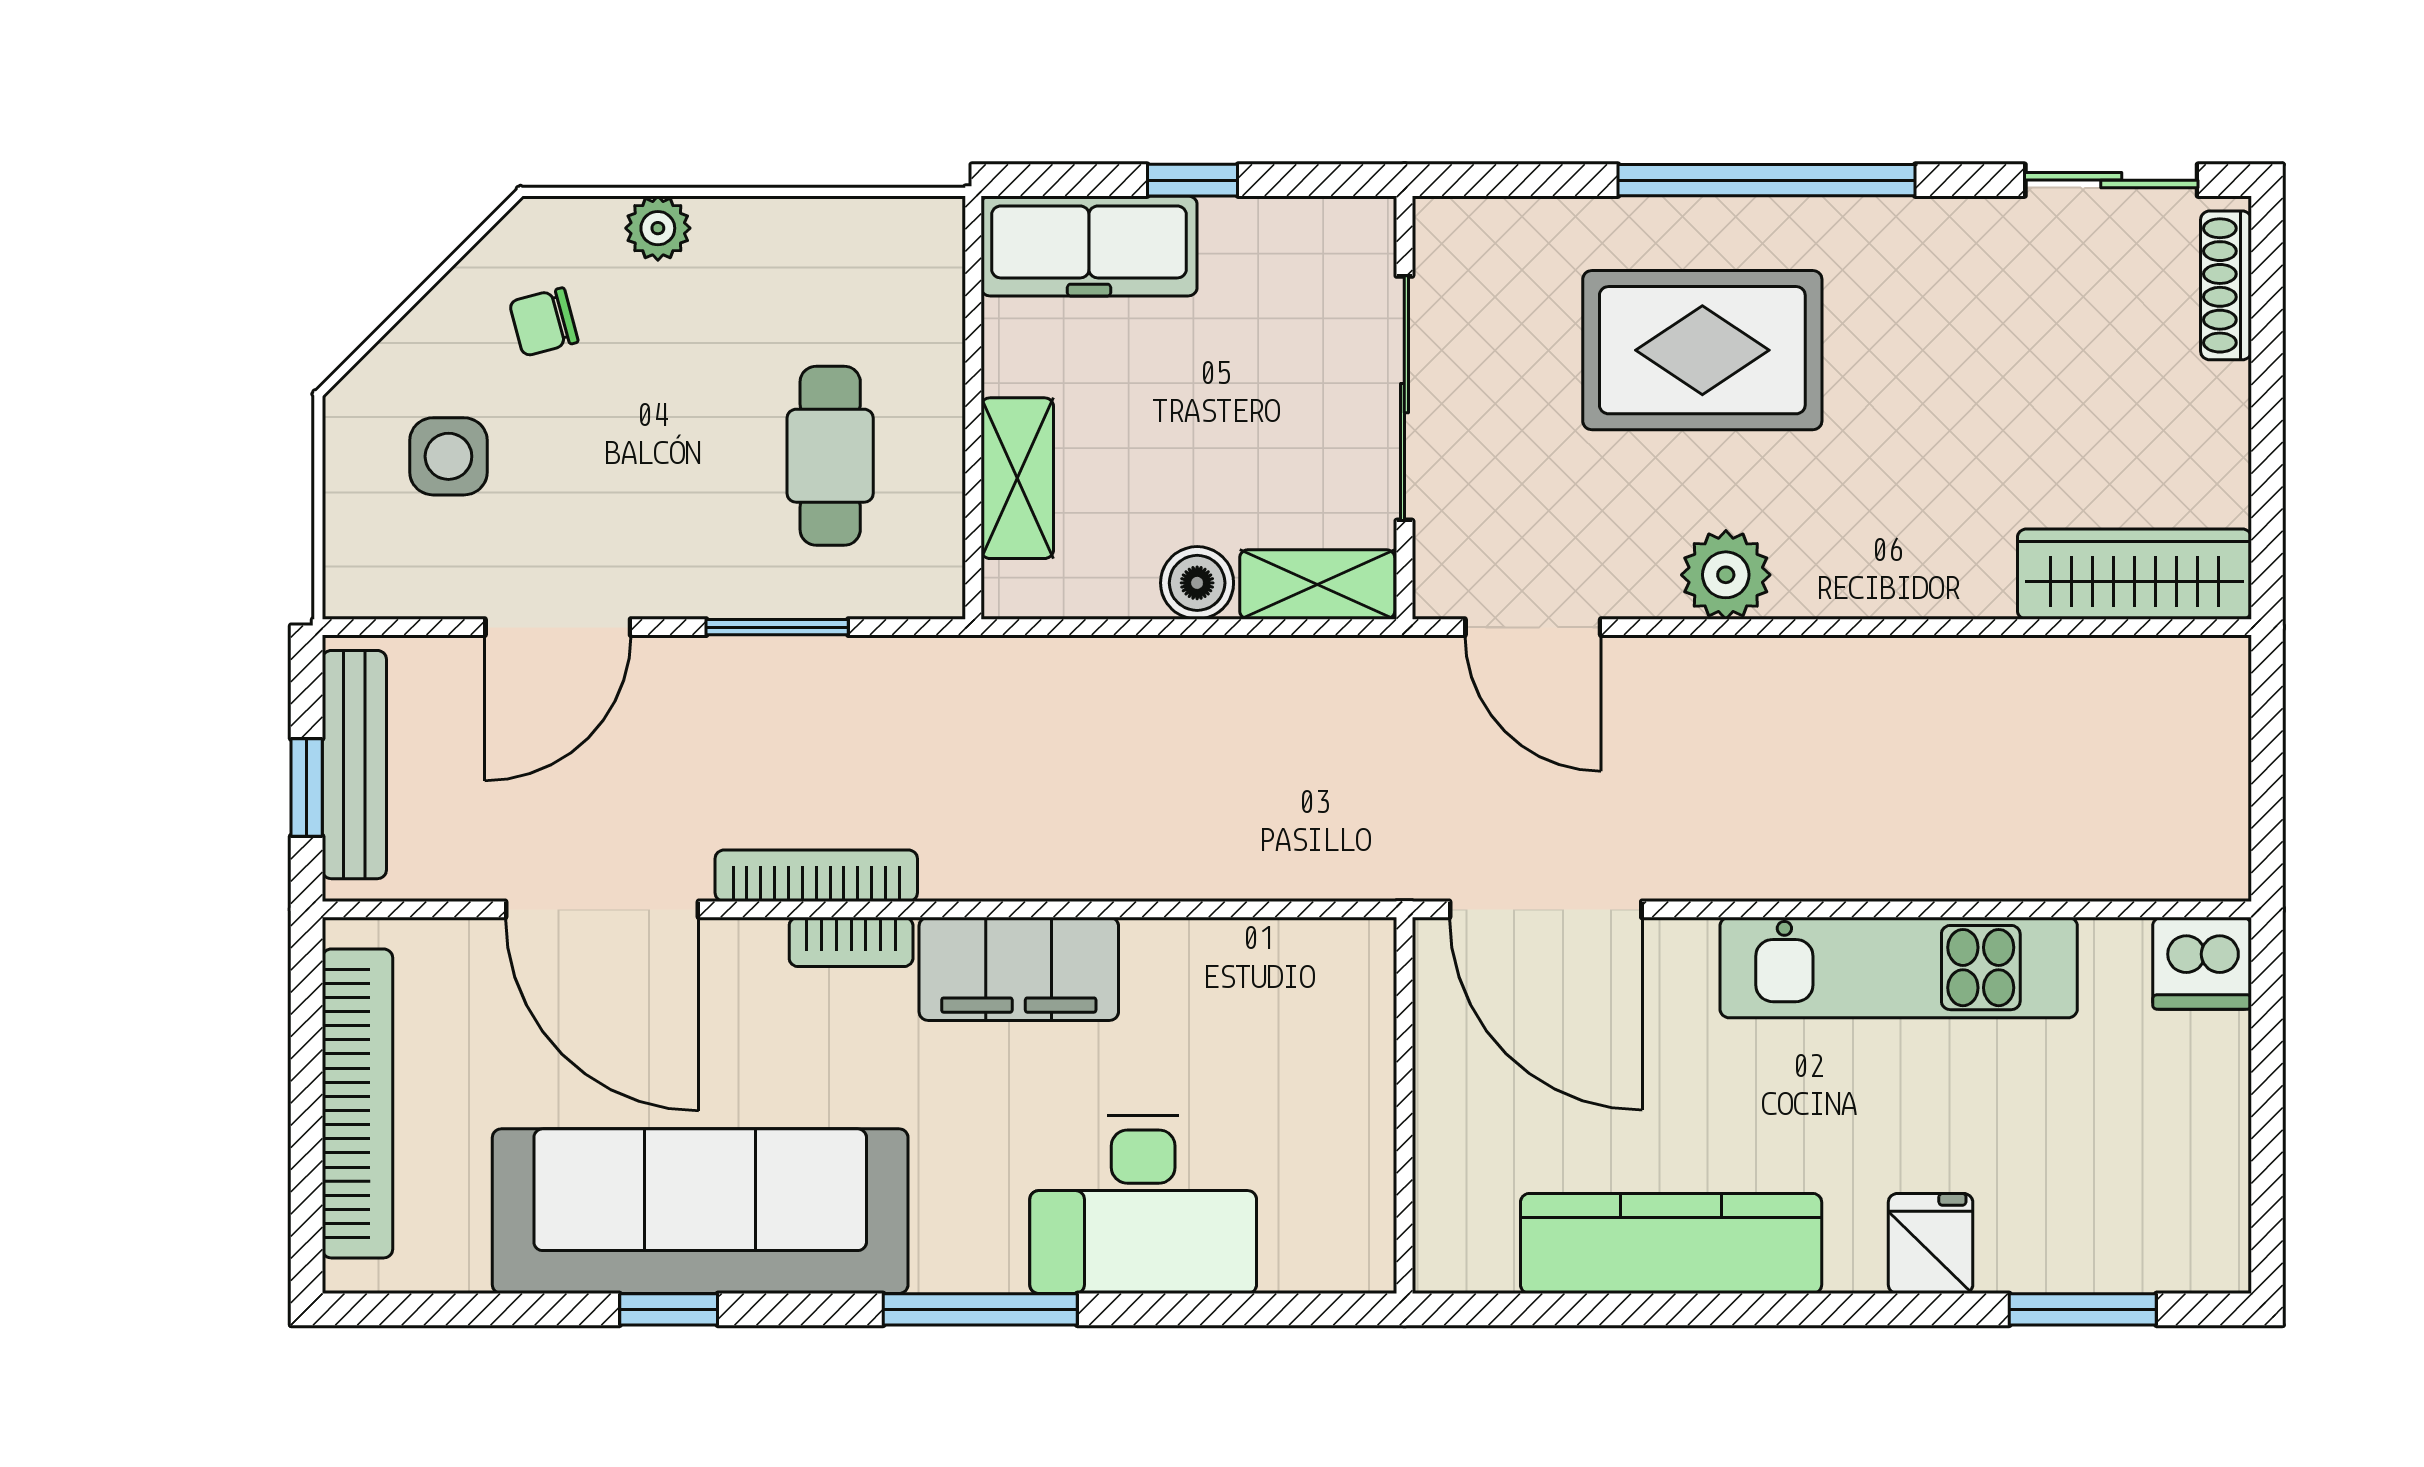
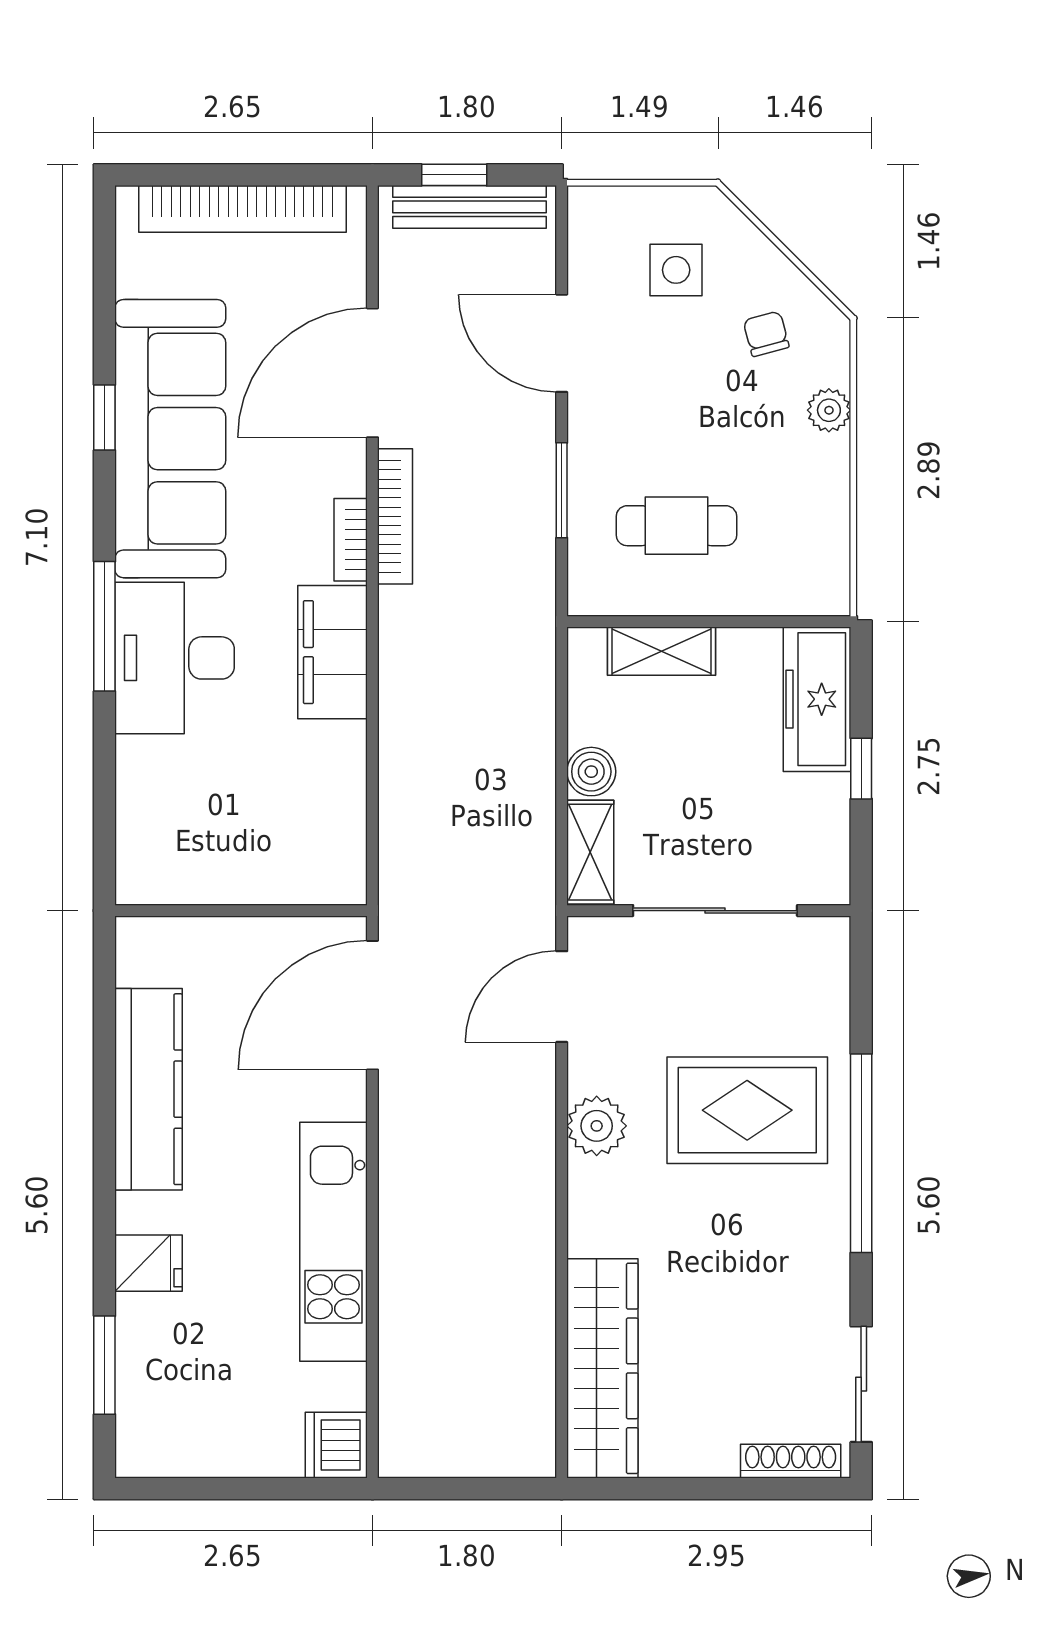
rug: (1702, 350) -> (747, 1110), turned 90
wardrobe: (2134, 574) -> (602, 1368), width x1.40, depth x1.17
desk: (1143, 1205) -> (175, 658), moved

